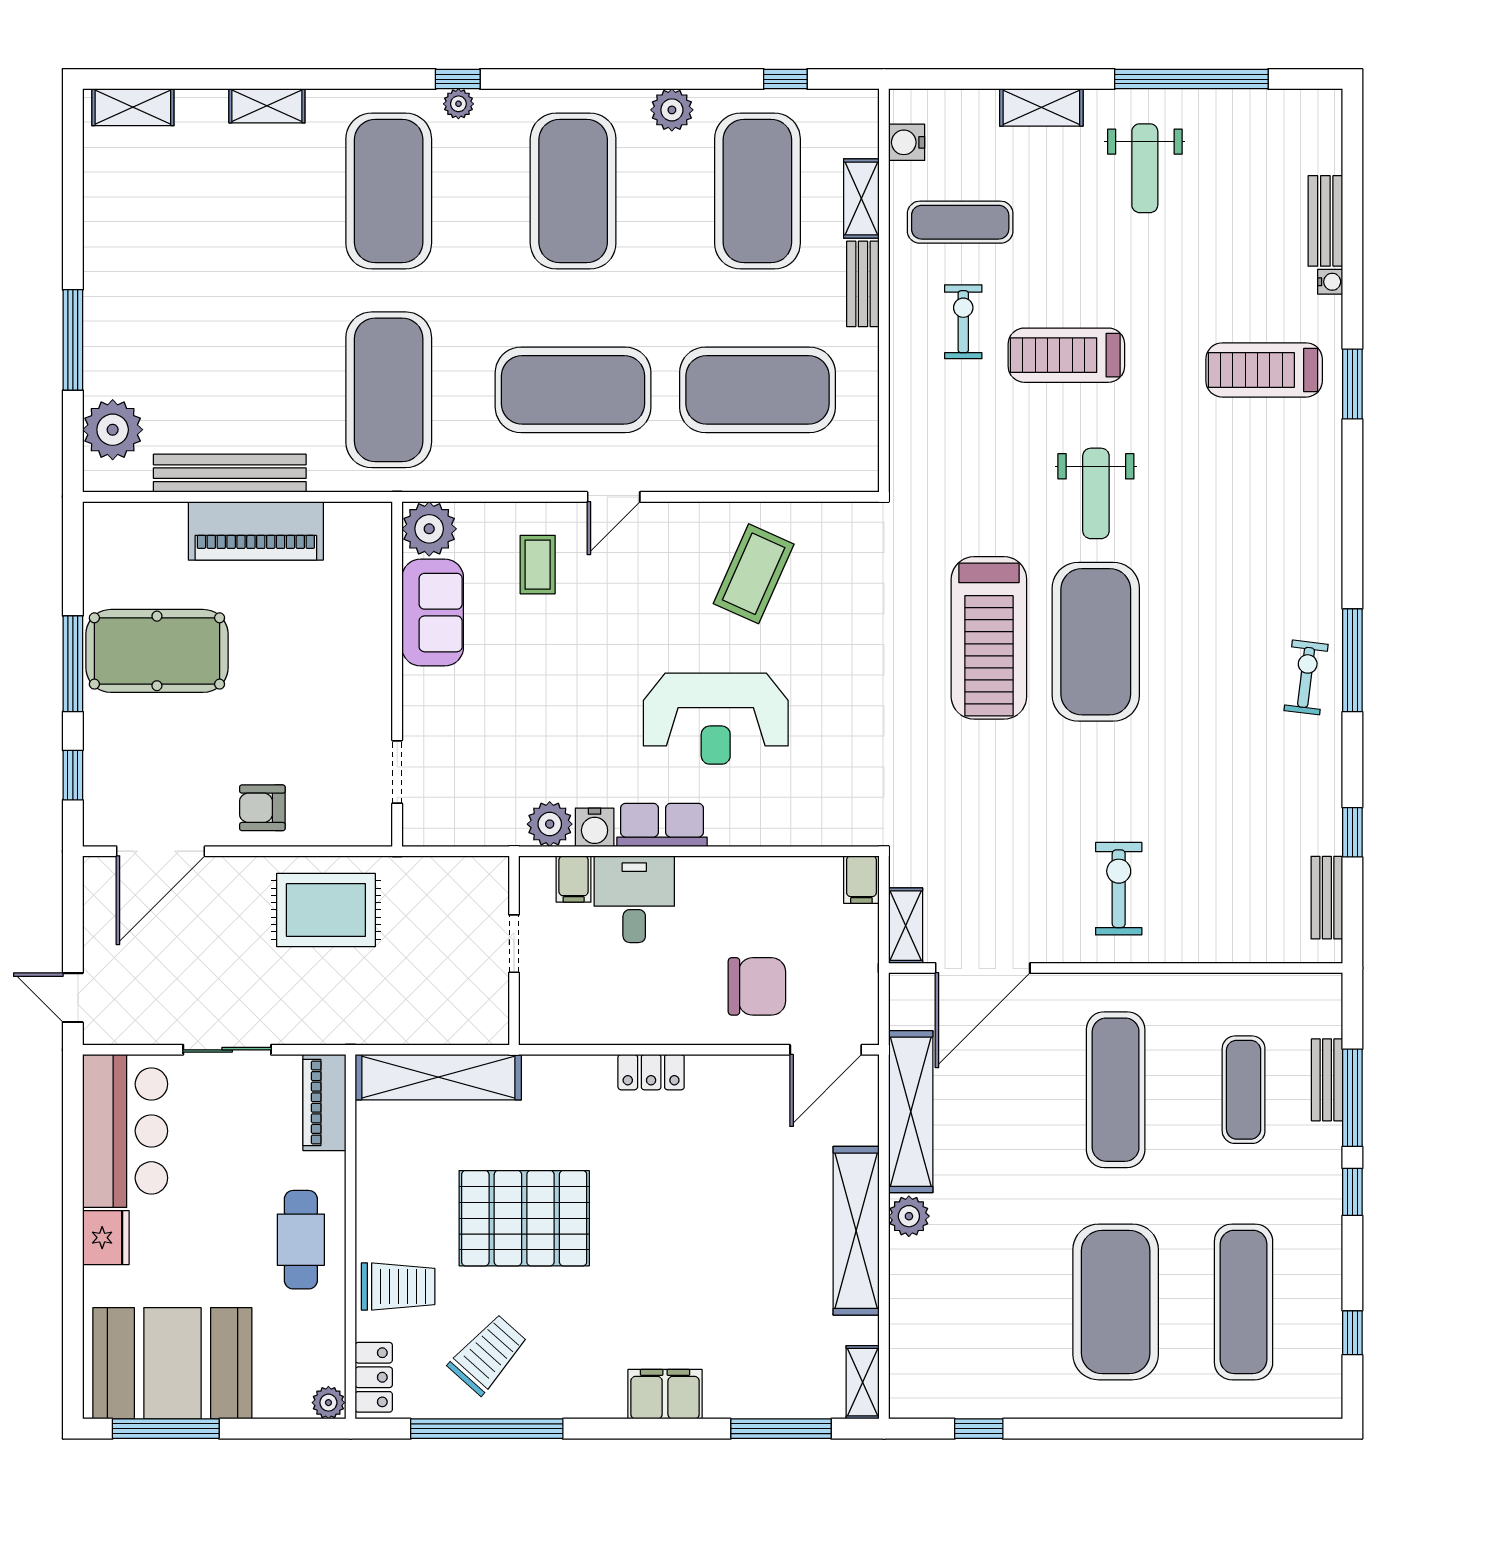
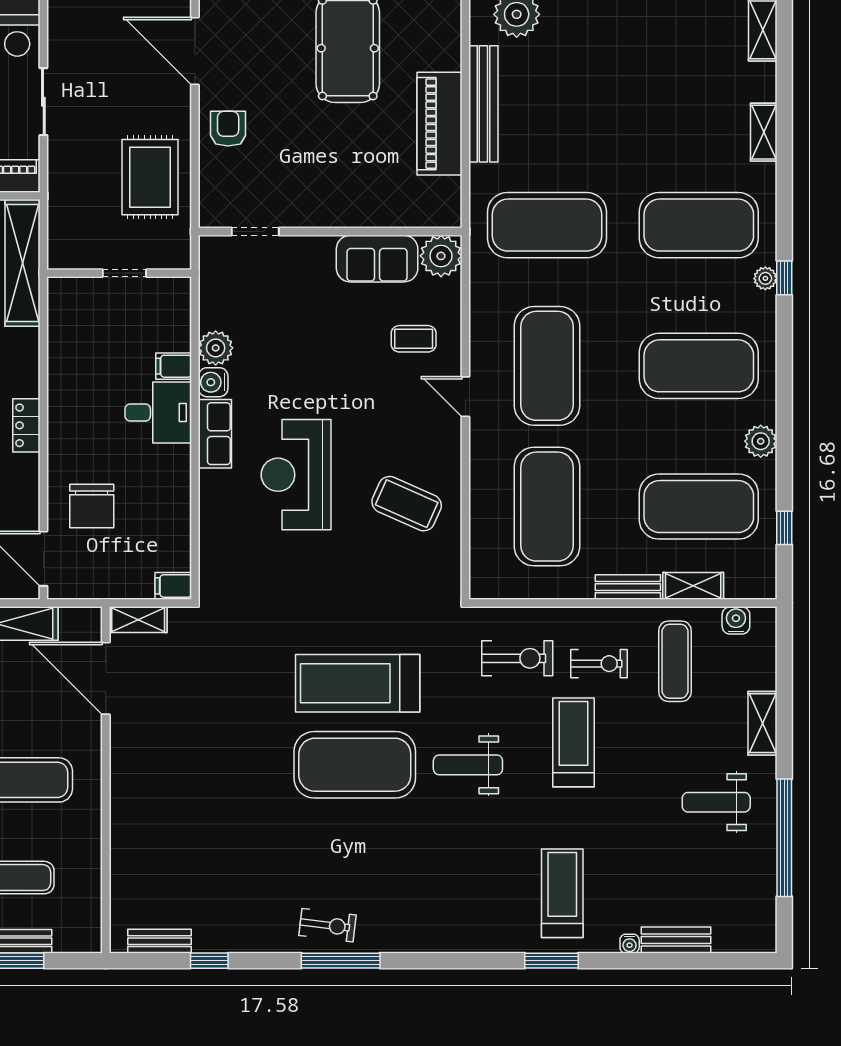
exercise bike: (1119, 889) -> (517, 658), moved
doorway: (514, 944) -> (124, 273), moved
wall: (514, 950) -> (119, 273), moved

